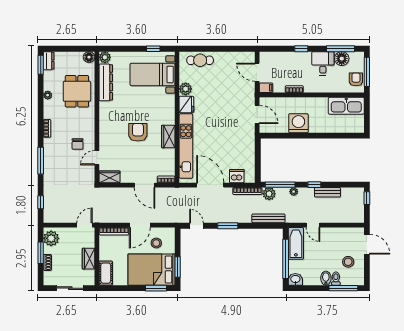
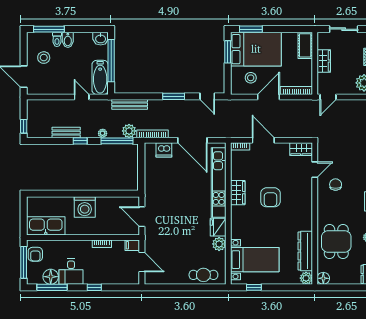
washing machine: (298, 123) -> (85, 207), moved

